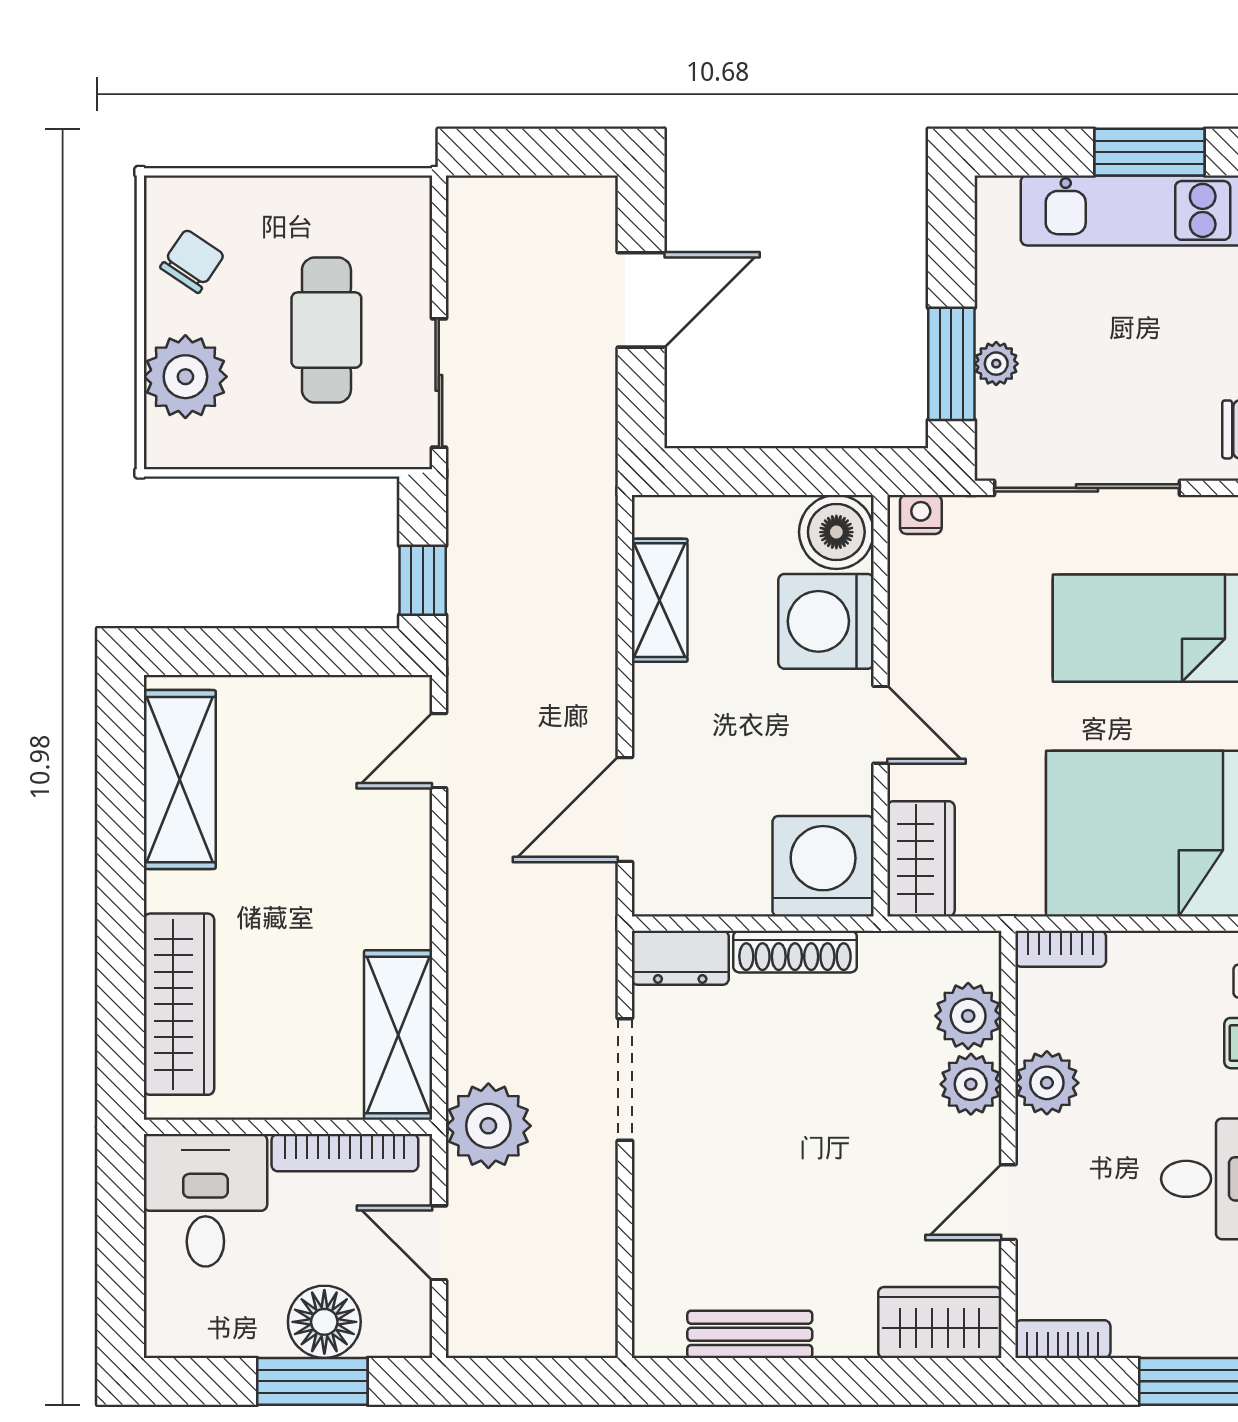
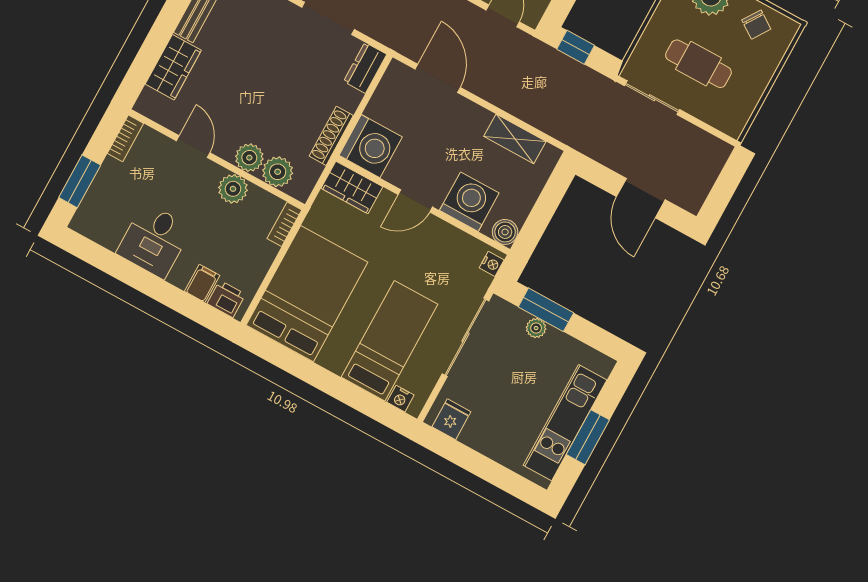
boiler: (836, 532) -> (505, 232), width x0.73, depth x0.73
shoe rack: (795, 952) -> (331, 136), moved
wardrobe: (940, 1322) -> (173, 67), moved

